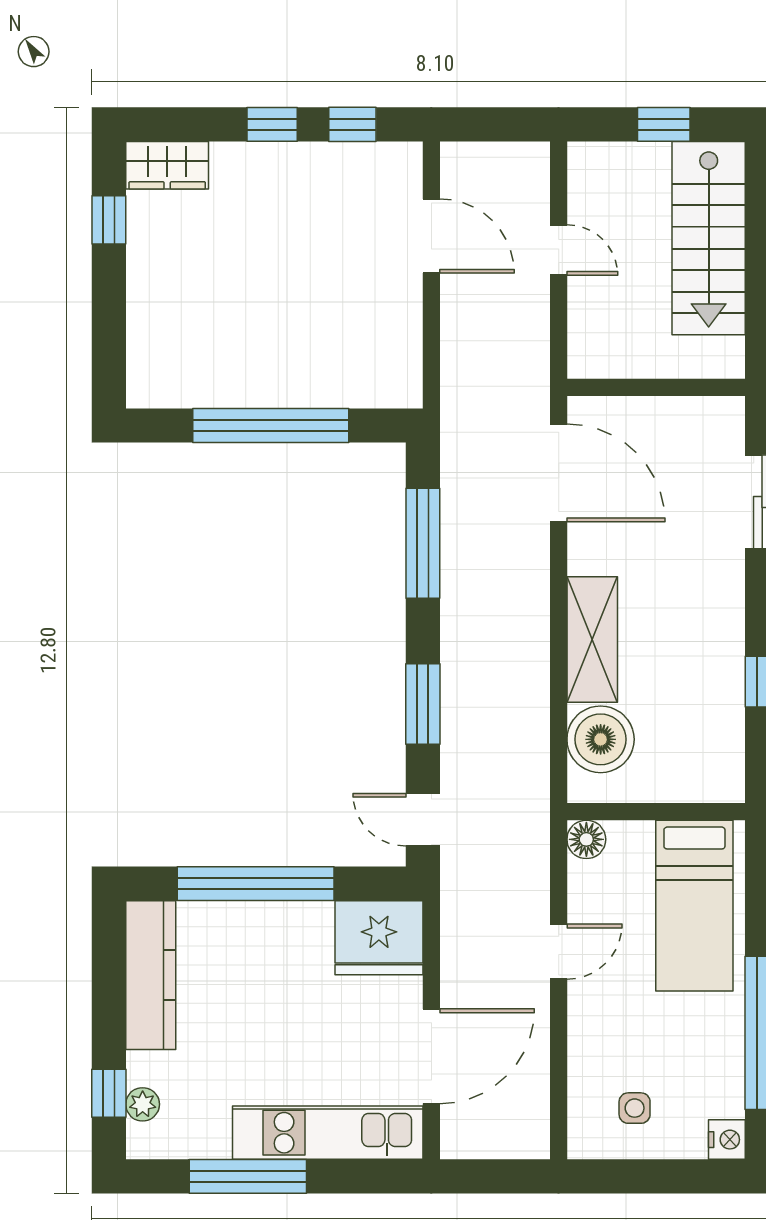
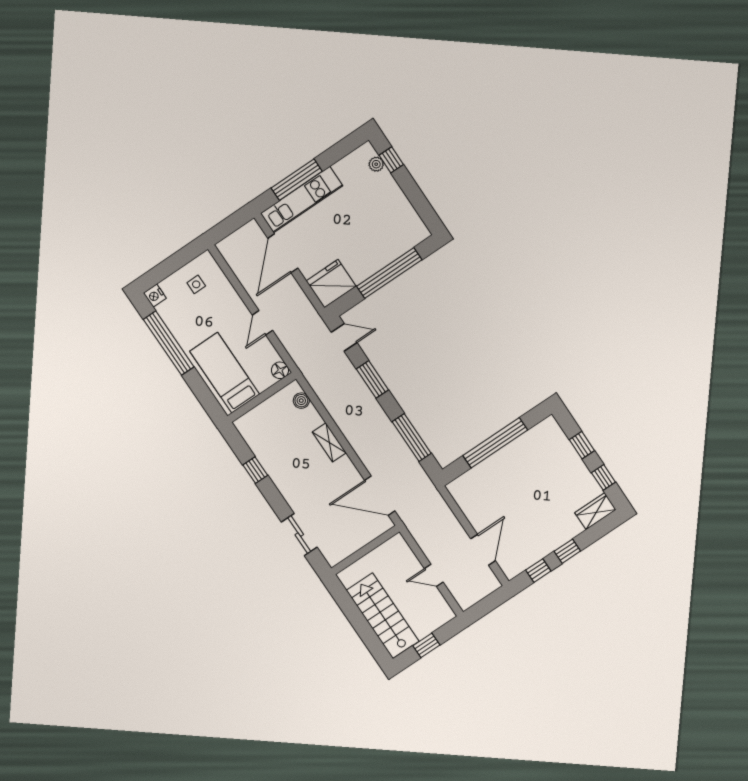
door: (431, 236) -> (483, 550), swing flipped
window: (109, 310) -> (582, 445), added
shelving: (592, 640) -> (329, 442), width x0.67, depth x0.75
boiler: (601, 739) -> (301, 401), width x0.54, depth x0.54
kitchen counter: (151, 975) -> (405, 214), removed
window: (248, 1176) -> (297, 180), moved

